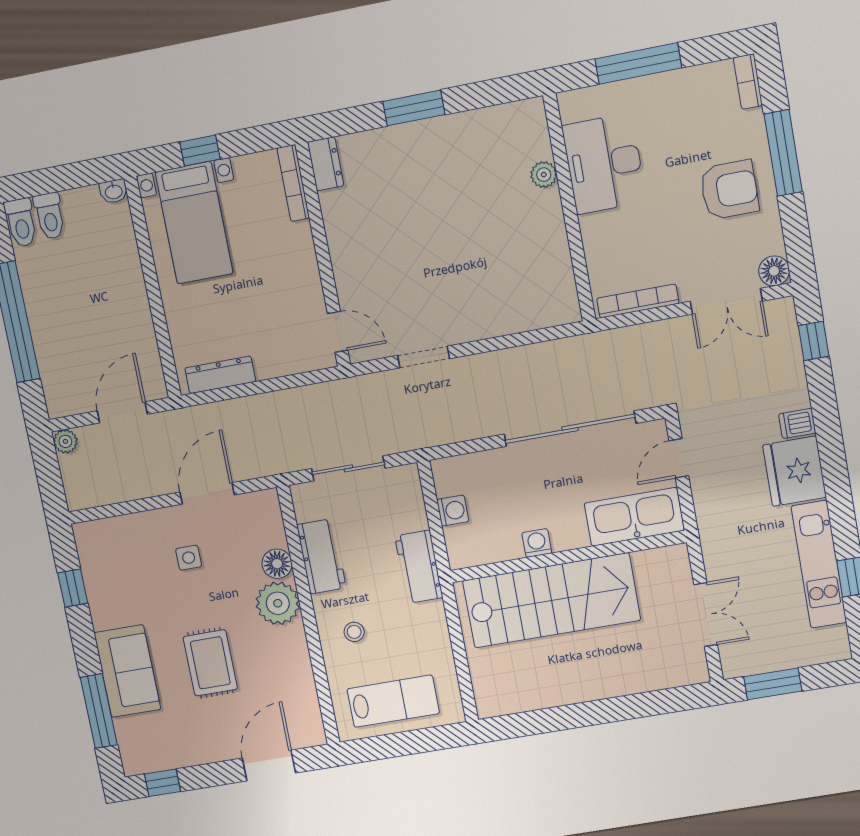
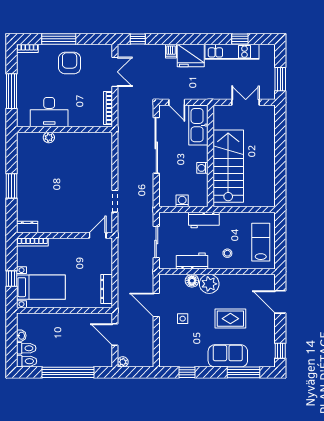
washbasin: (114, 191) -> (21, 336), moved
floor lamp: (774, 271) -> (106, 50), removed

